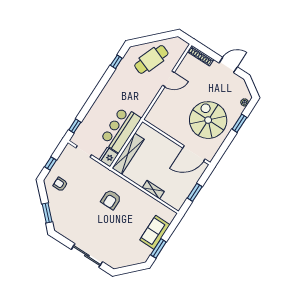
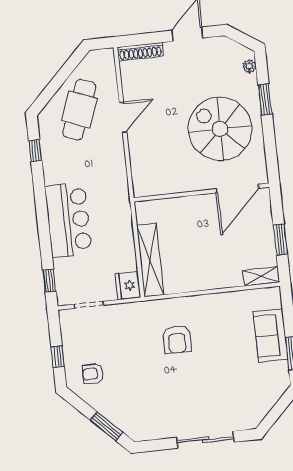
bar counter: (121, 129) -> (68, 220), moved, turned 180
shelving: (153, 190) -> (261, 276), moved

